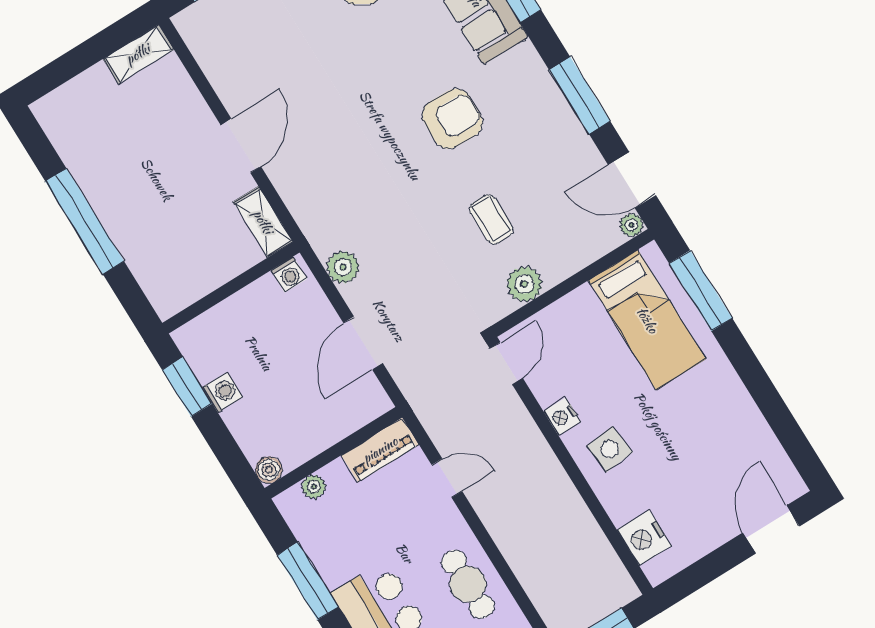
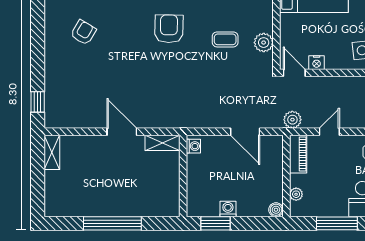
plant: (343, 267) -> (292, 120), moved
nightstand: (562, 417) -> (317, 63), moved

